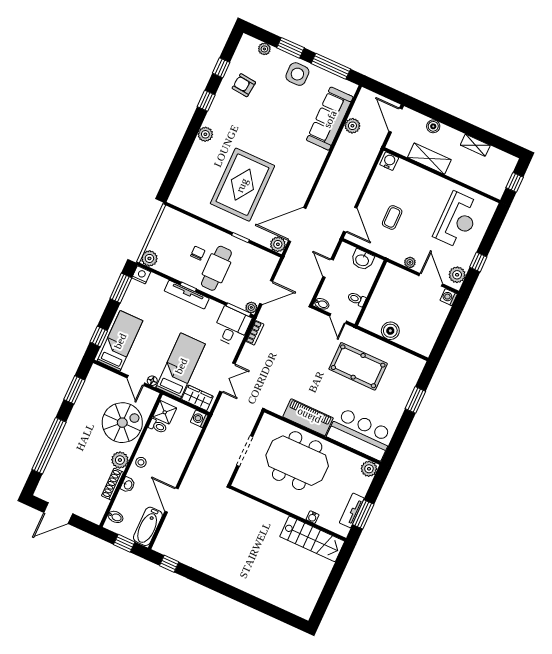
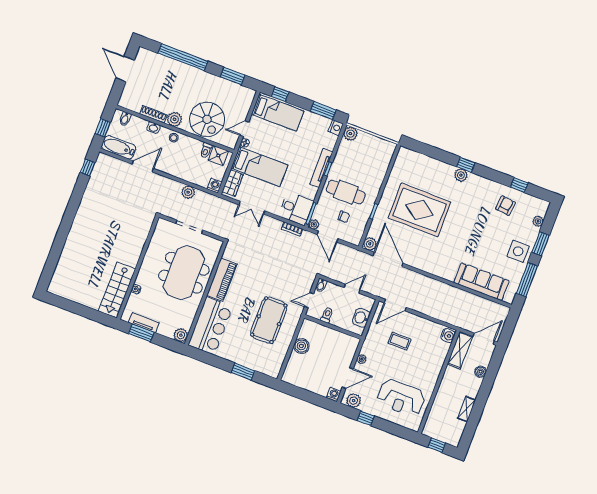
window: (206, 101) -> (466, 165), moved
plant: (352, 126) -> (188, 192), moved
shelving: (429, 159) -> (460, 350), moved
chair: (198, 253) -> (344, 217), moved

